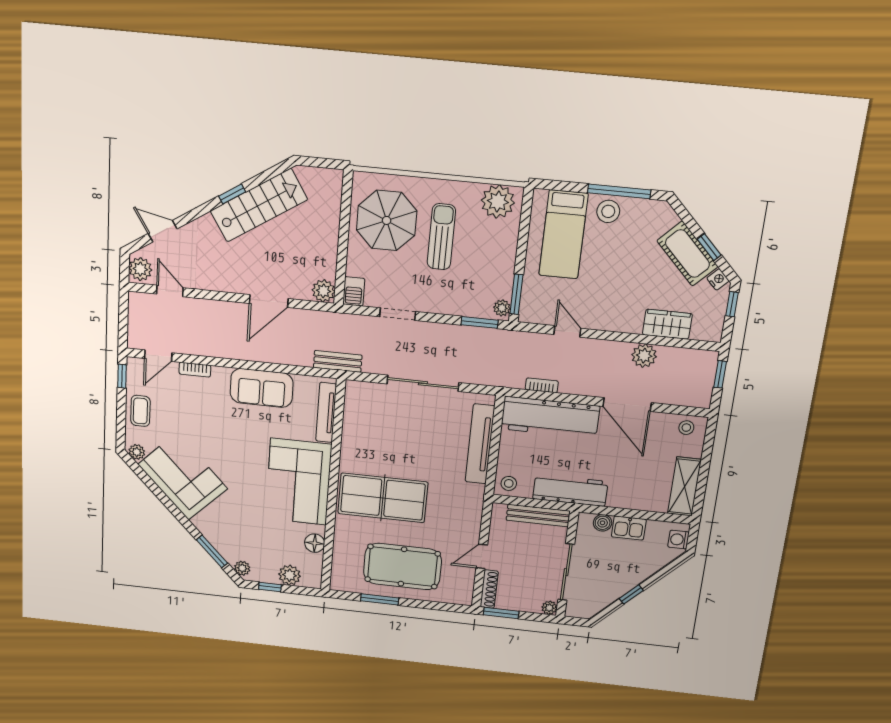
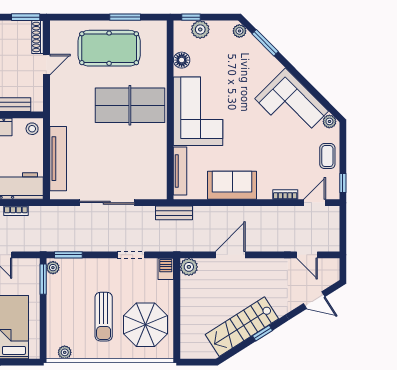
plant: (498, 202) -> (65, 352), width x0.53, depth x0.53
plant: (140, 269) -> (330, 269), removed
window: (270, 587) -> (191, 17), moved

